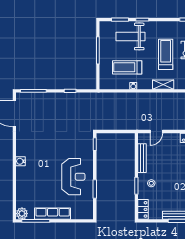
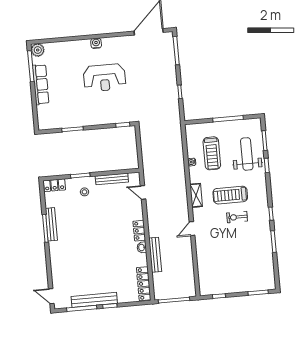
treadmill: (166, 54) -> (230, 195), turned 180
treadmill: (127, 67) -> (212, 153), turned 180
reception desk: (73, 177) -> (105, 78), moved

